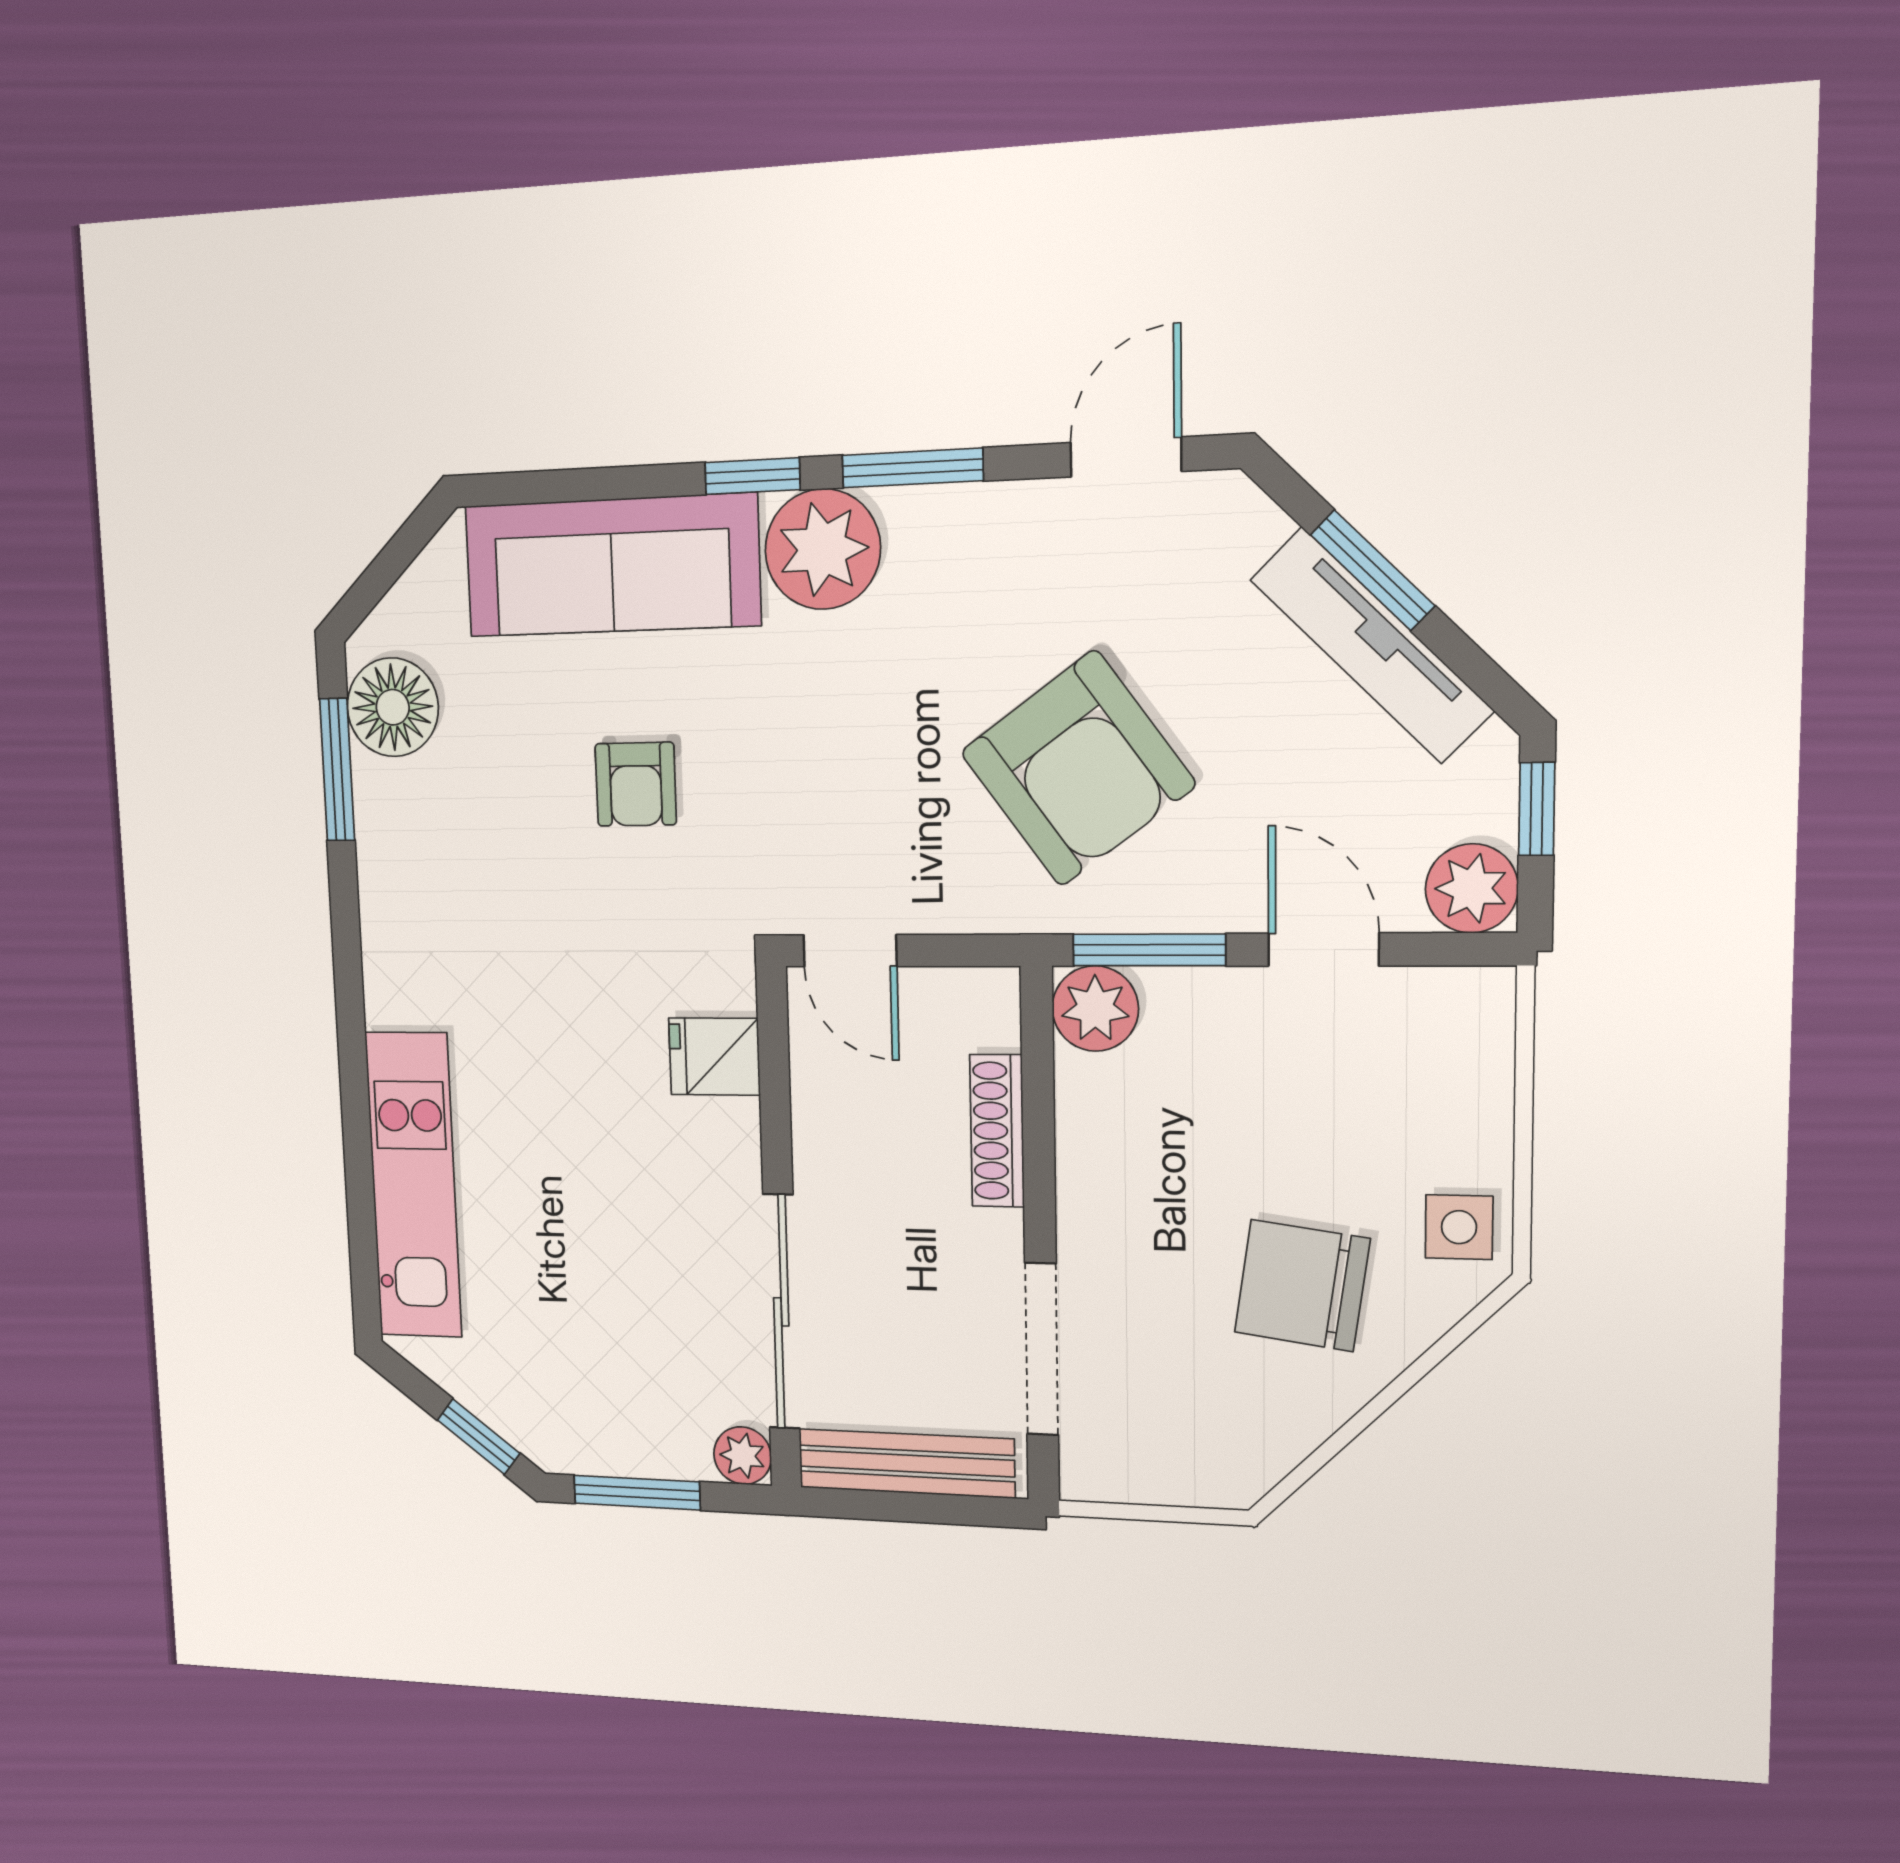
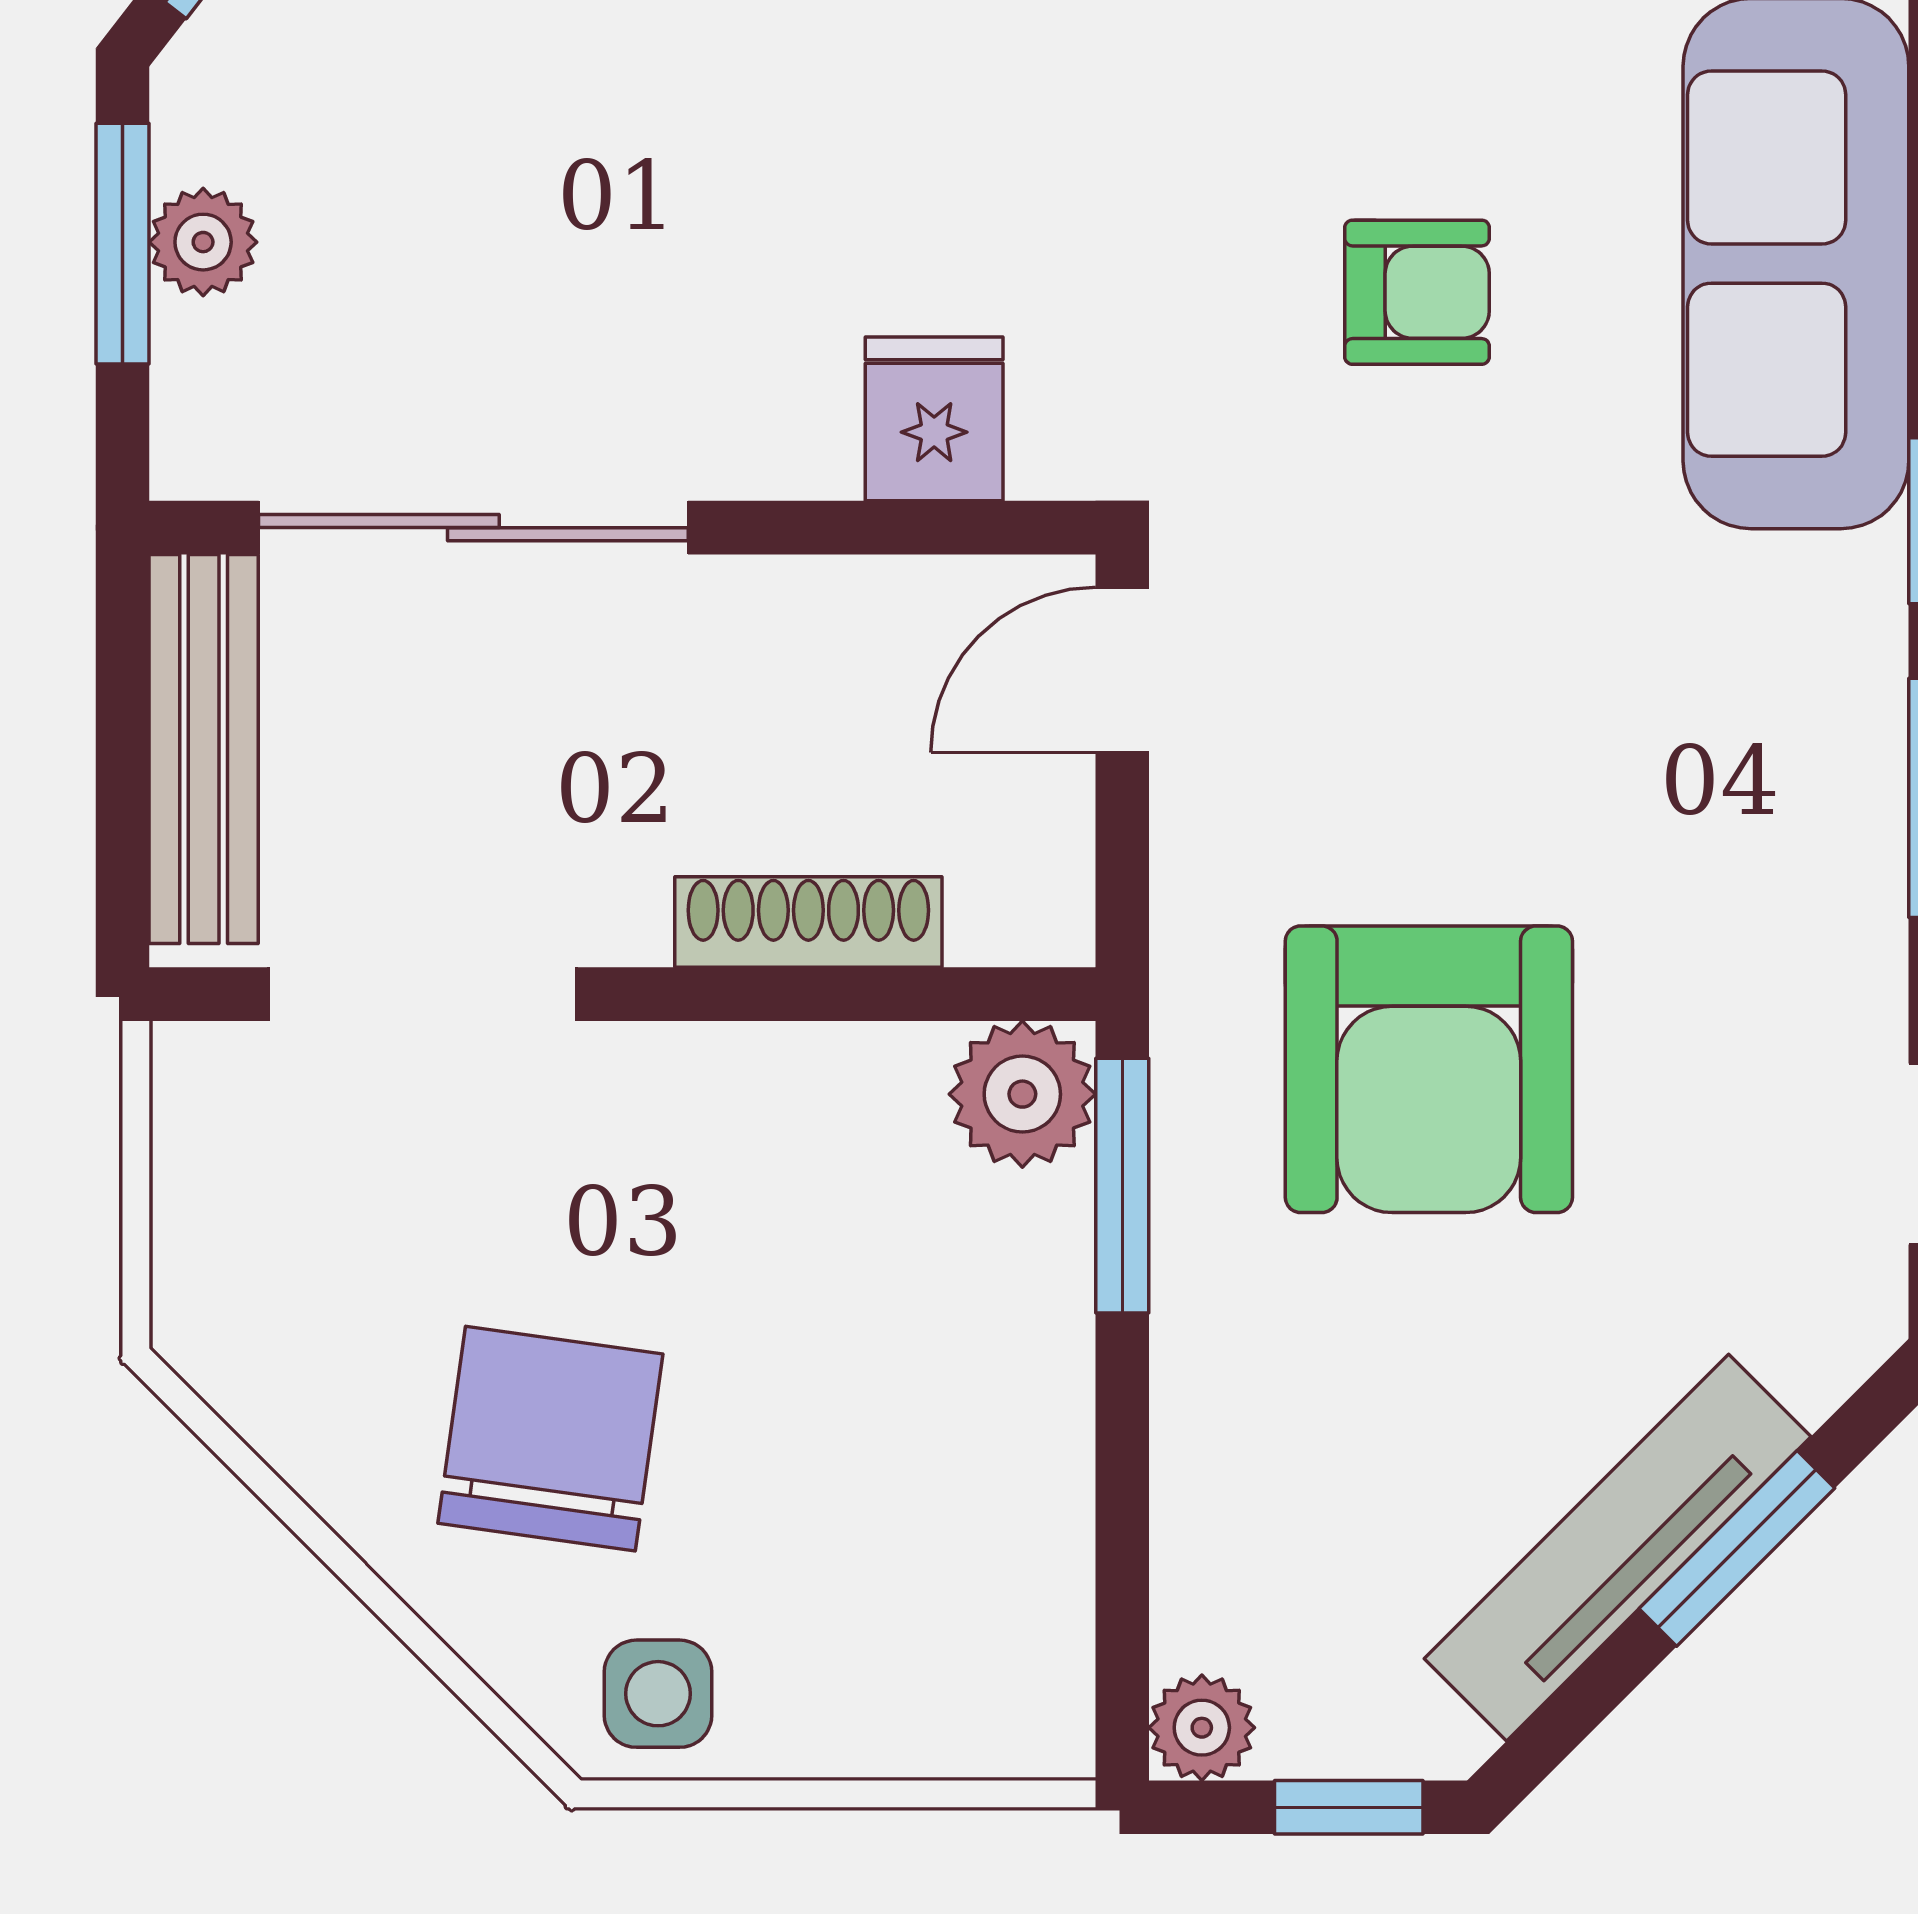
plant: (823, 549) -> (1808, 640), removed
armchair: (1078, 768) -> (1429, 1069), turned -54
armchair: (636, 784) -> (1417, 292), turned 180
plant: (1472, 888) -> (1202, 1728), width x0.73, depth x0.73
door: (1323, 950) -> (1122, 1473), removed
plant: (743, 1456) -> (203, 242), moved

